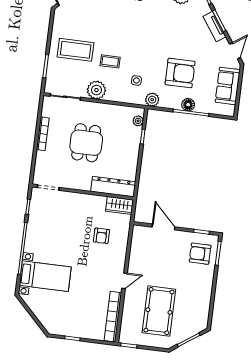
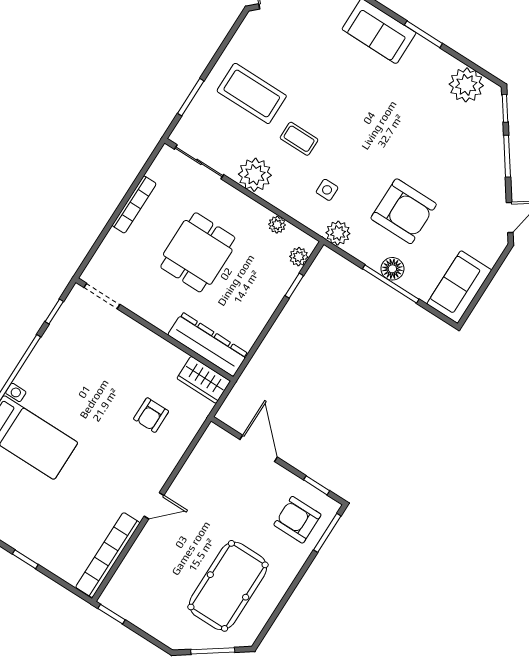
tv unit: (214, 27) -> (495, 162), removed
sofa: (228, 86) -> (459, 287), moved
plant: (120, 110) -> (277, 225), added
pool table: (159, 311) -> (228, 586), moved

